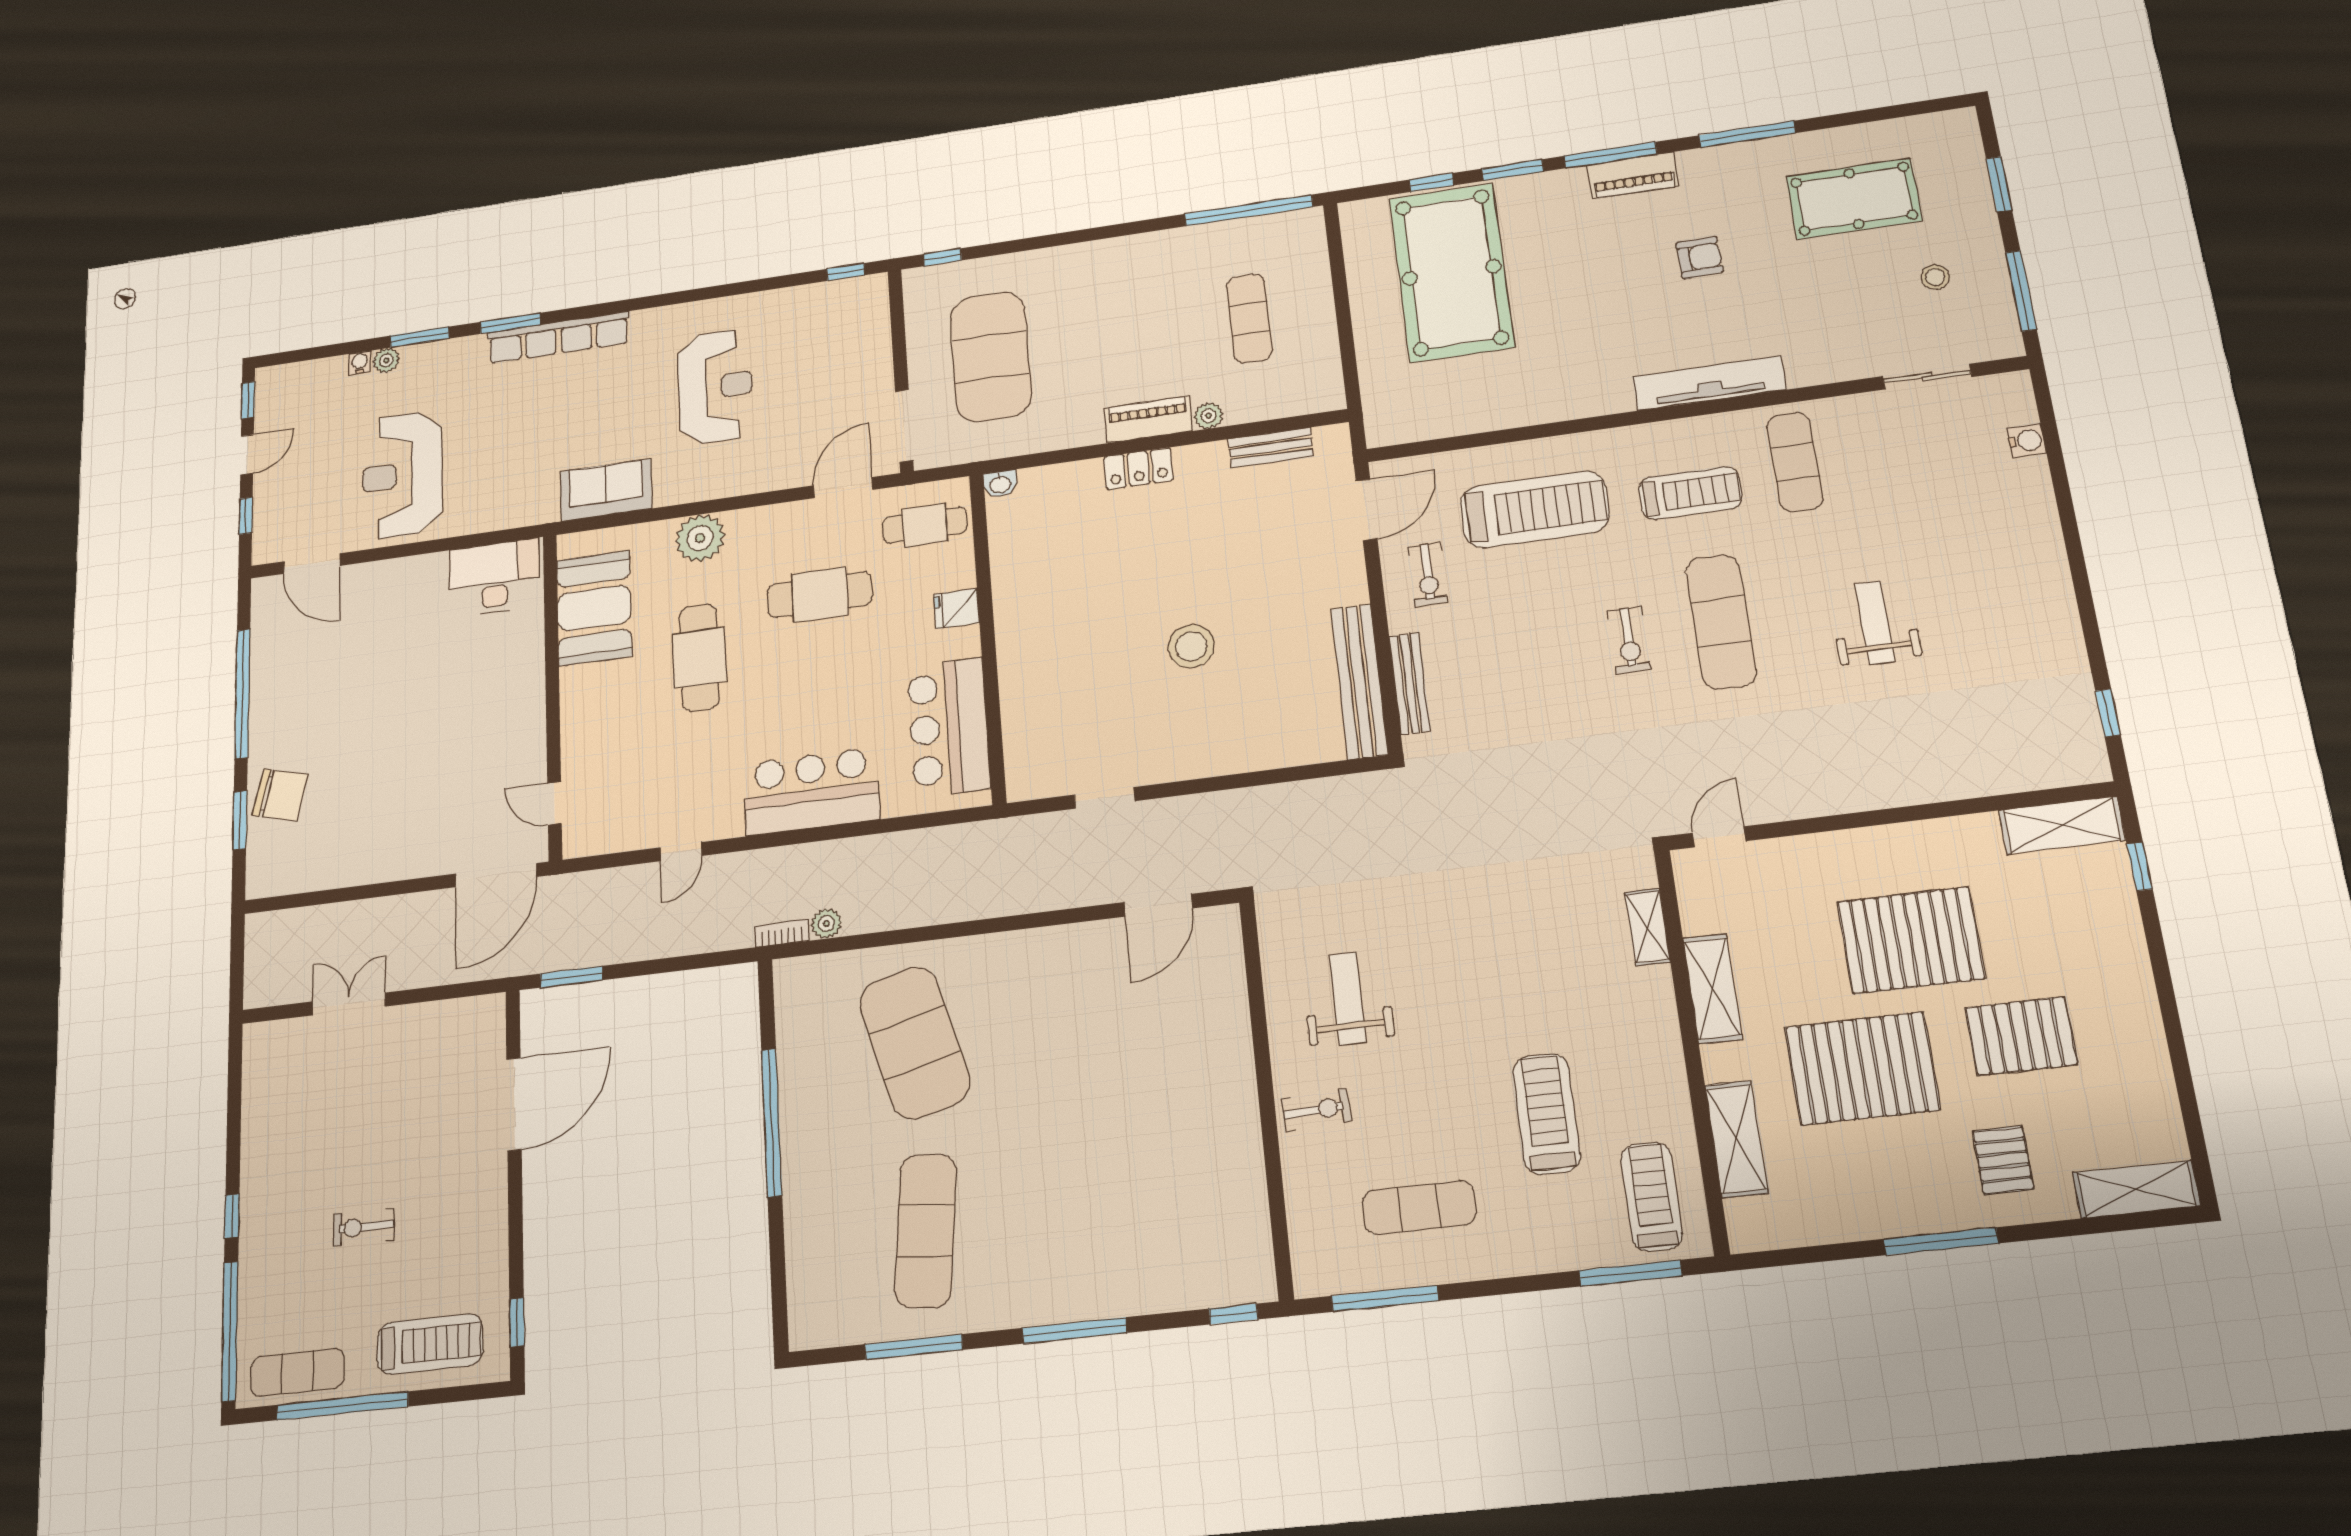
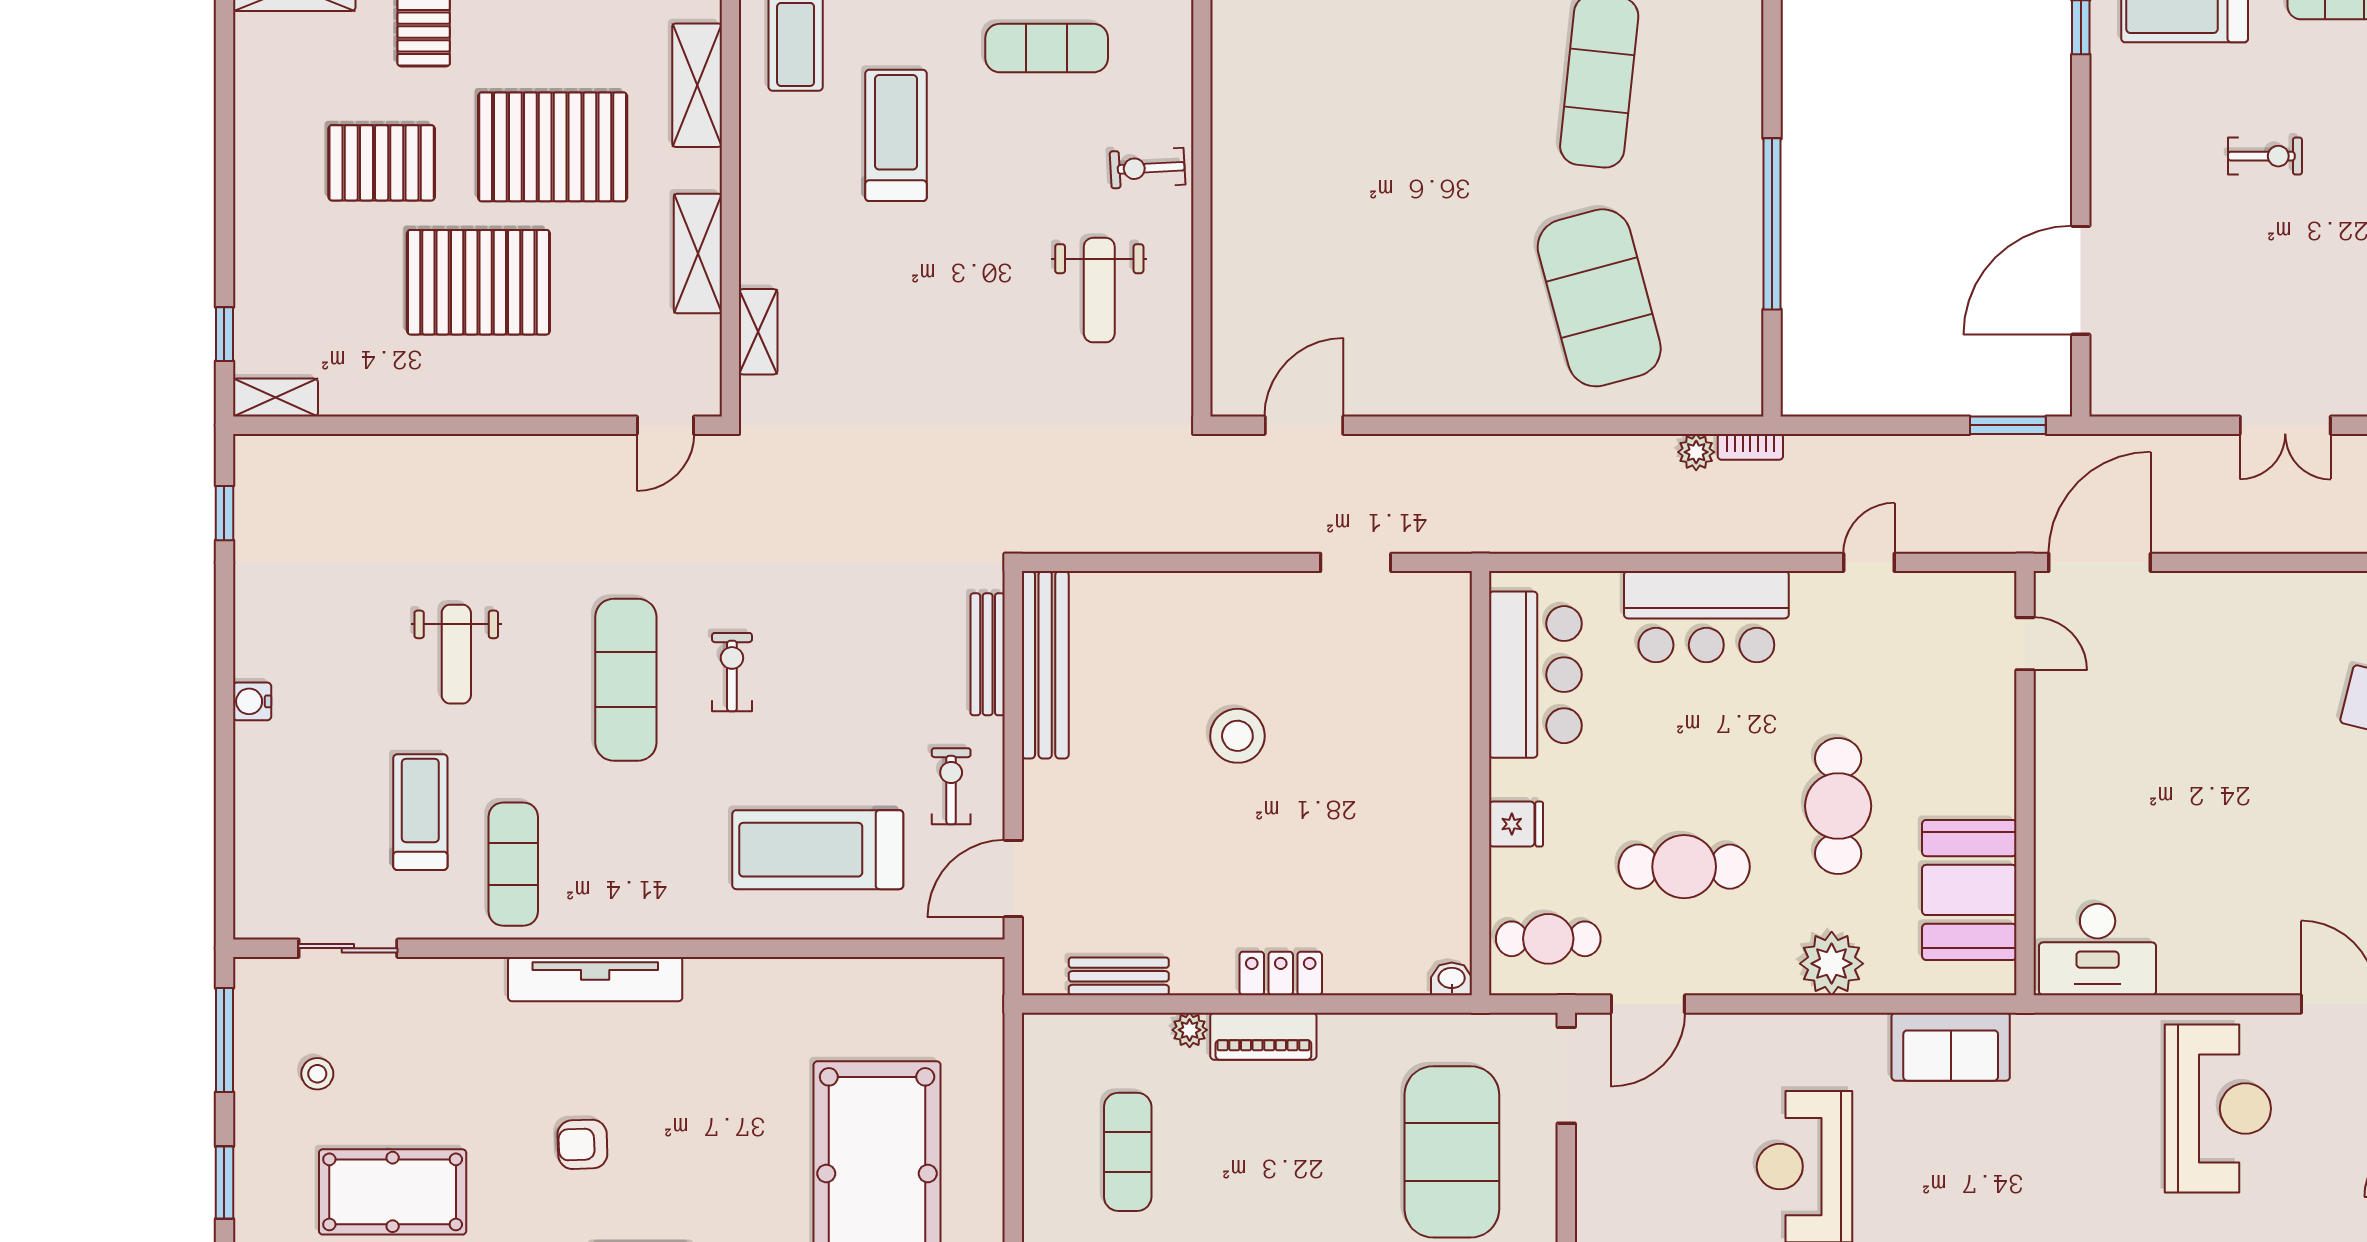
water cooler: (2027, 441) -> (252, 701), moved
treadmill: (1690, 493) -> (420, 812), moved, turned 90
shelving: (2062, 825) -> (275, 398), width x0.67, depth x0.75
treadmill: (1546, 1114) -> (896, 135), turned 180

